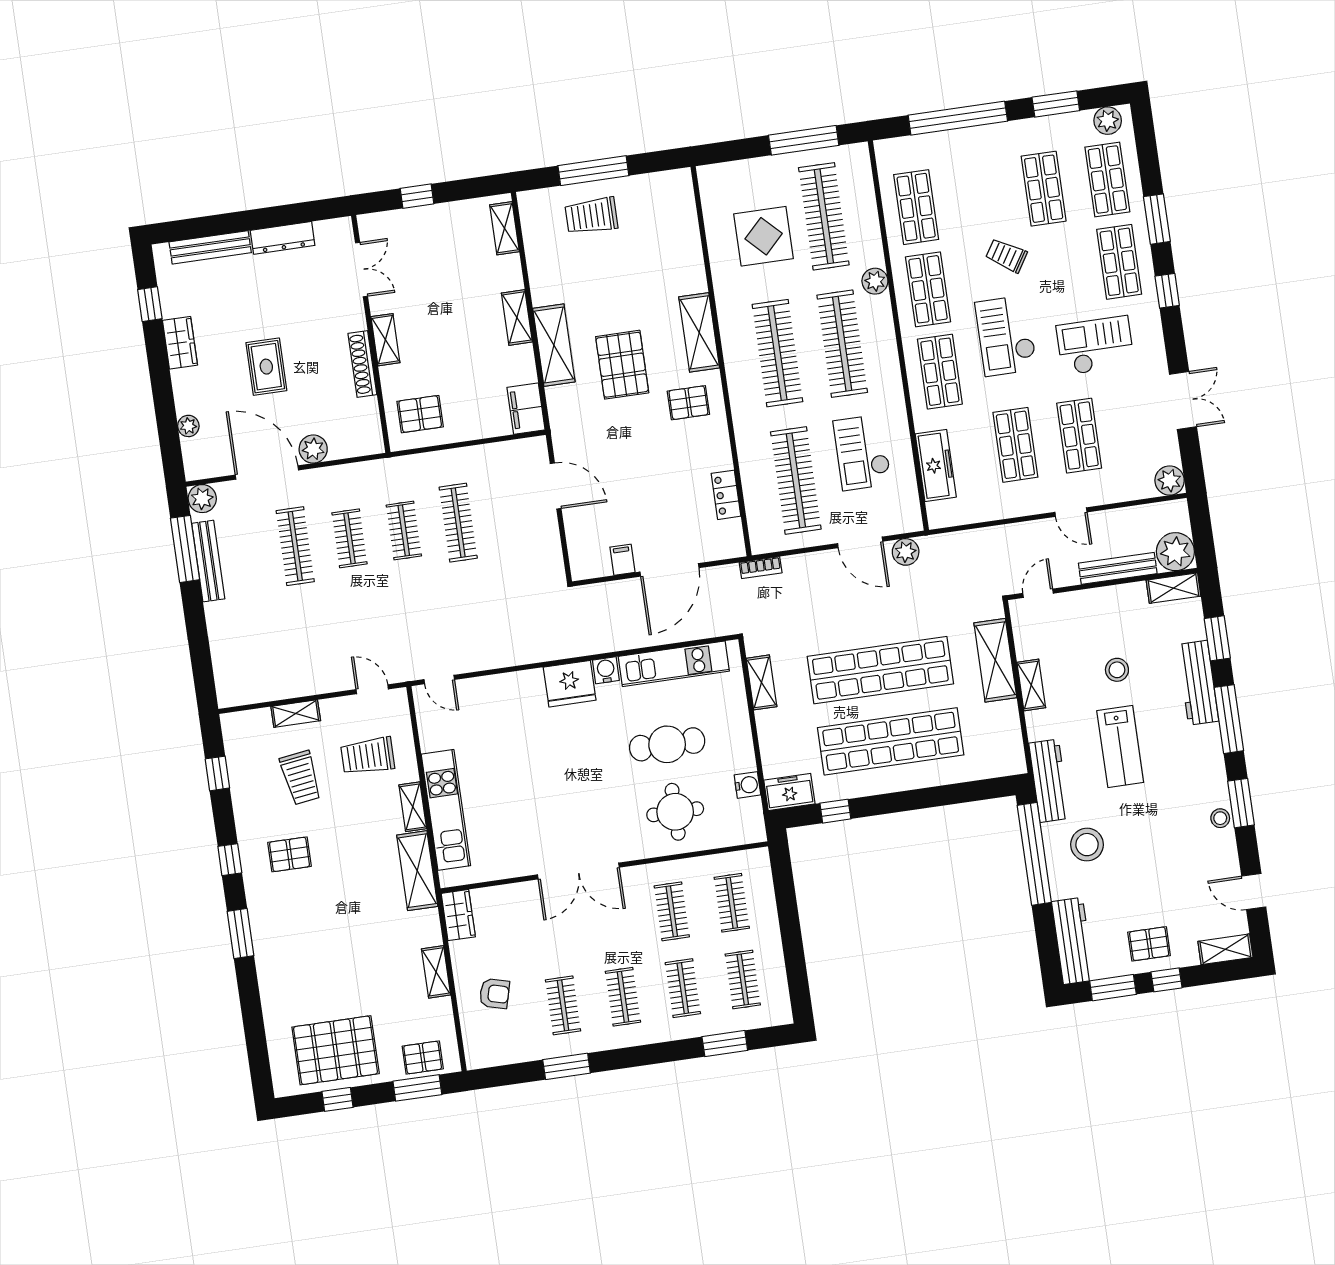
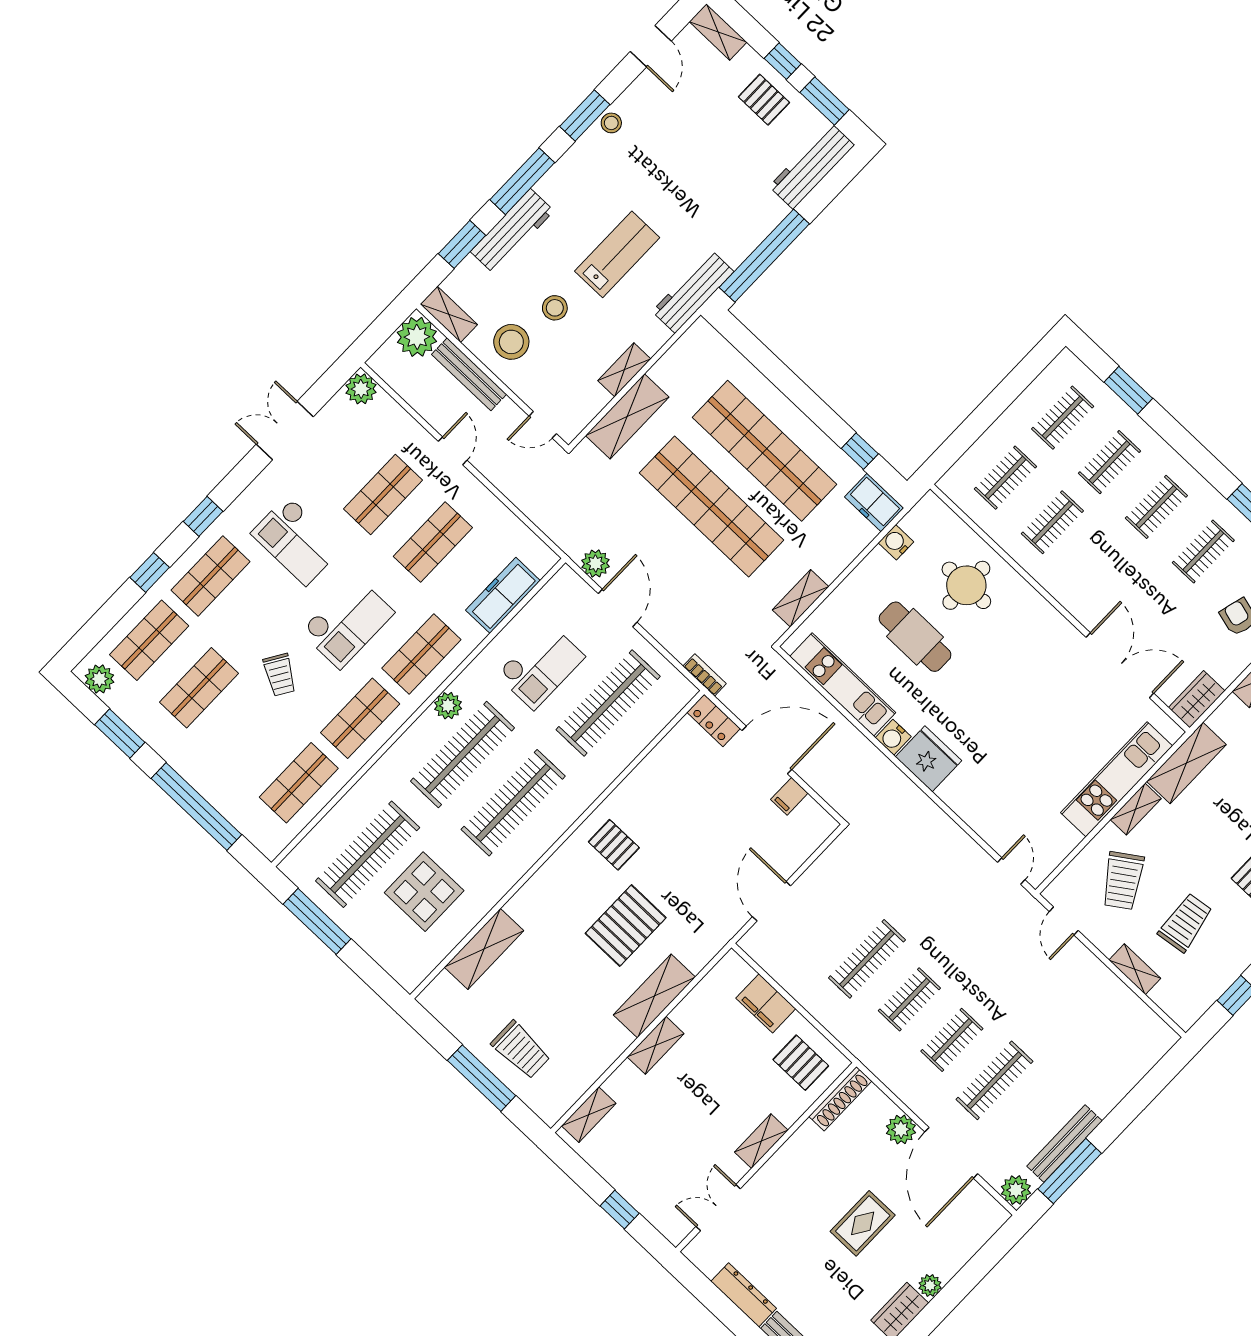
window: (1157, 219) -> (150, 572), width x0.67
plant: (875, 281) -> (448, 706), moved
shelving: (699, 332) -> (484, 949), moved
shoe rack: (362, 364) -> (840, 1099), moved
filing cabinet: (526, 409) -> (766, 1003), moved, turned 90
plant: (188, 426) -> (930, 1285), moved
locker: (726, 495) -> (714, 720), moved, turned 90
trolley: (368, 756) -> (1123, 881), turned 56
stool: (1087, 845) -> (511, 342), moved
double door: (578, 871) -> (1120, 665), moved

